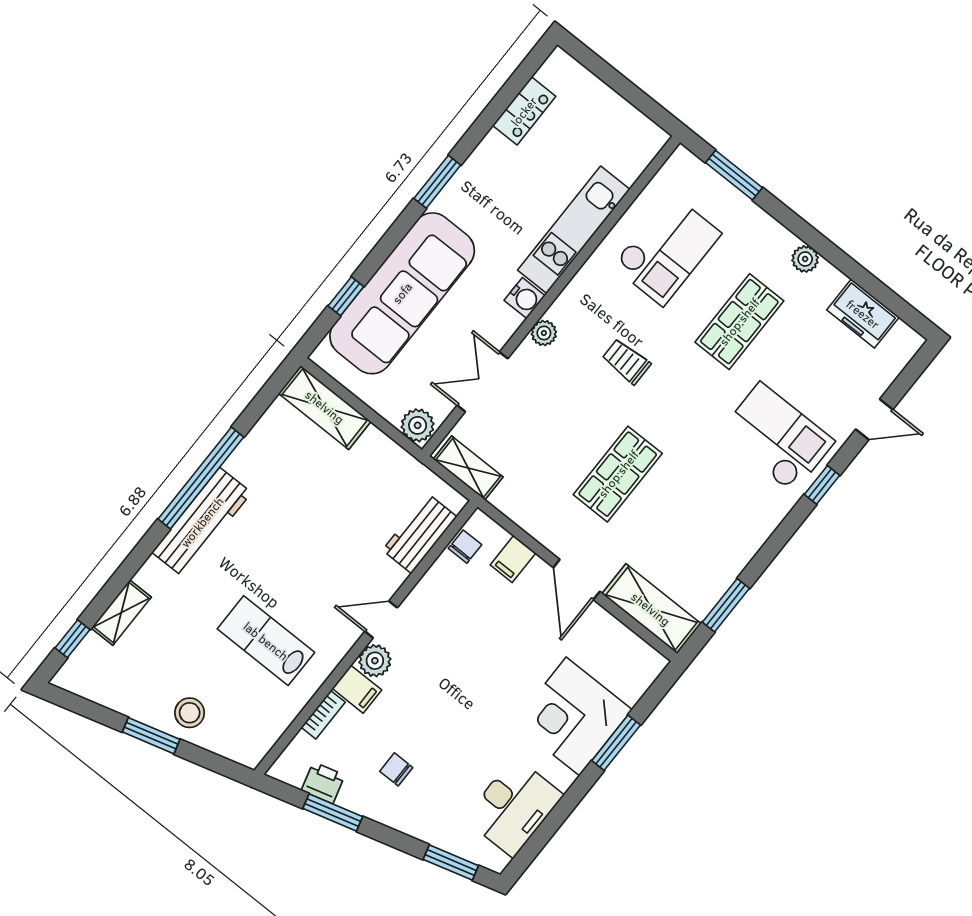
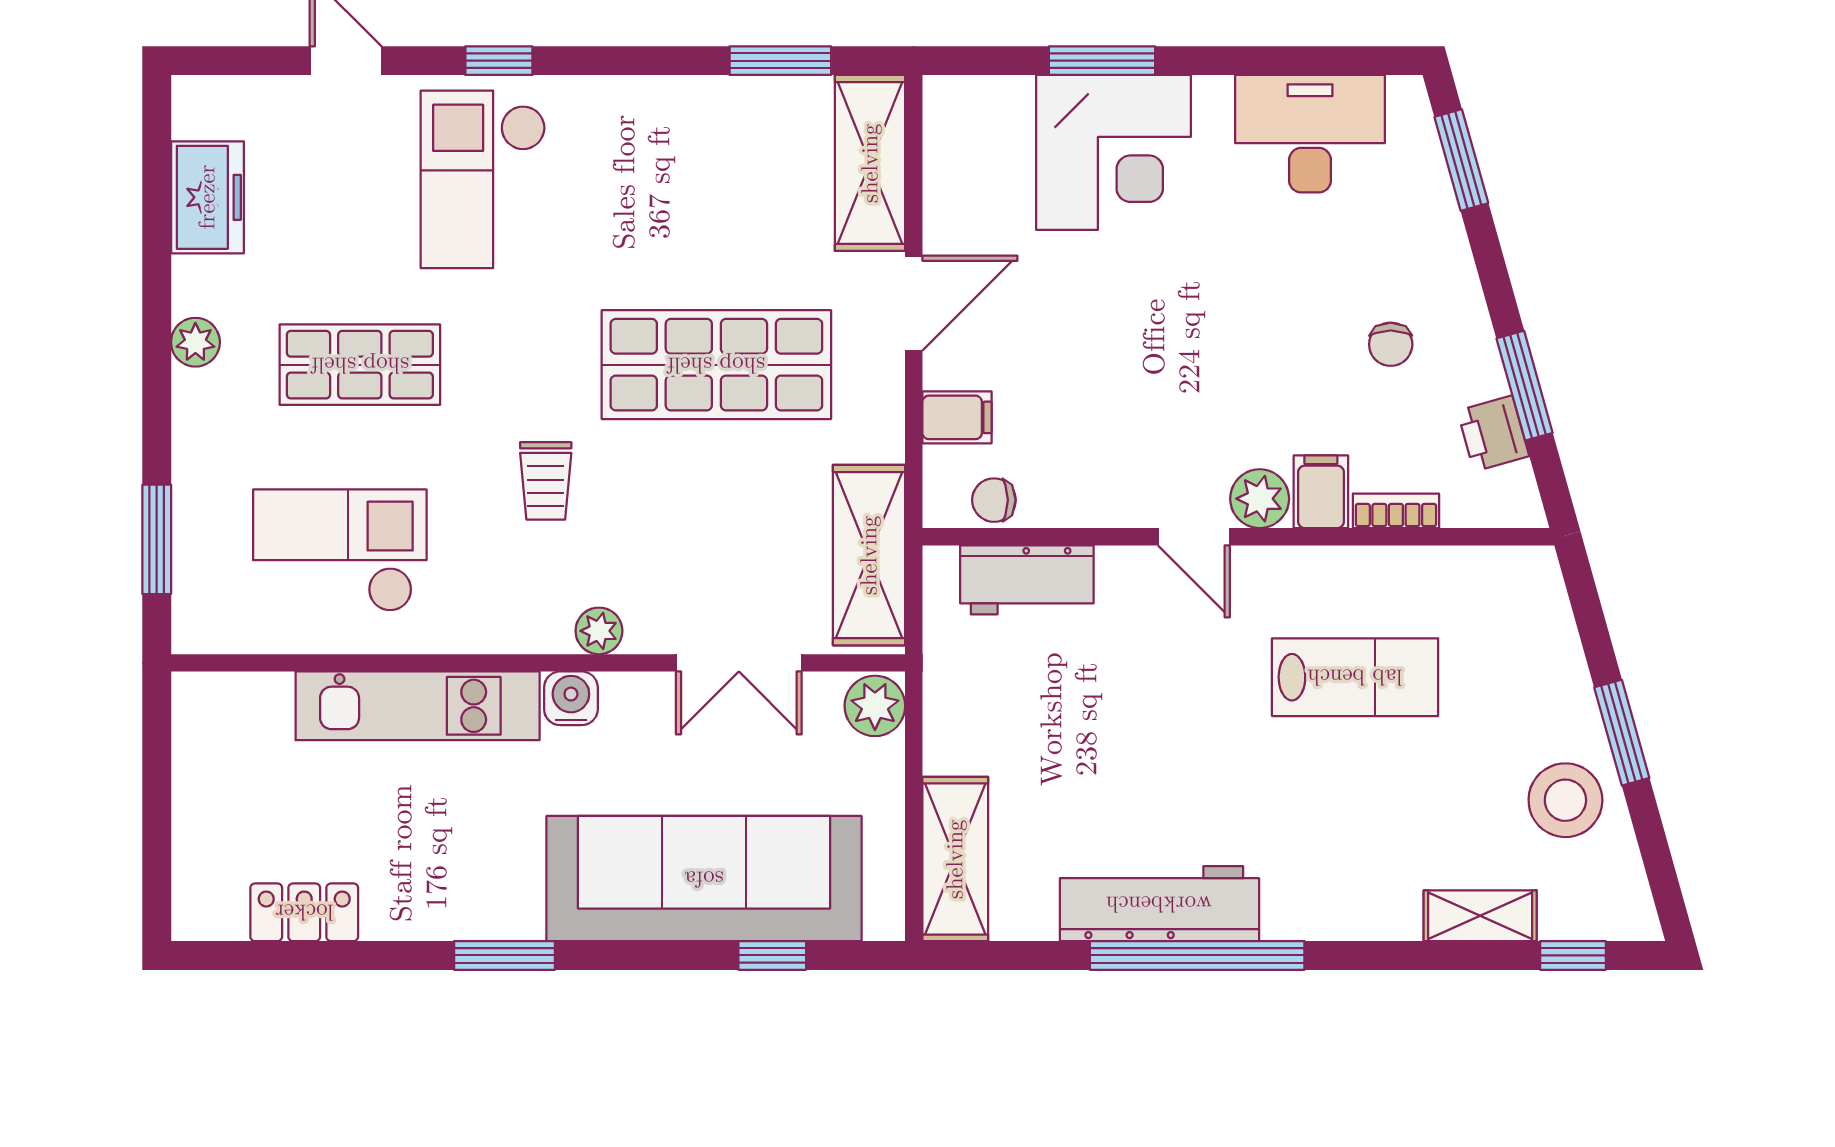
shelving: (468, 468) -> (869, 555), width x1.50, depth x1.33
shop shelf: (618, 474) -> (716, 365), width x1.43, depth x1.36
workbench: (202, 522) -> (1159, 904), moved
lab bench: (266, 641) -> (1355, 677), turned -90
stool: (190, 713) -> (1565, 800), moved, width x1.38, depth x1.38

